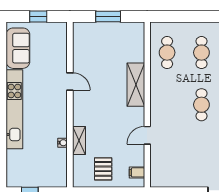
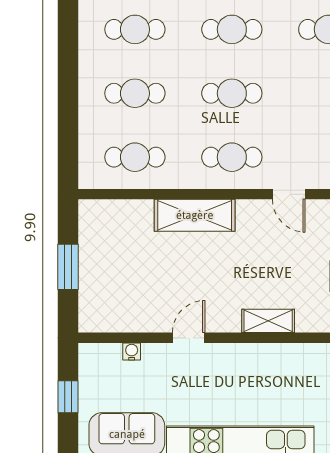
cafe table: (167, 105) -> (232, 157), added
shelving: (79, 140) -> (268, 321), moved
water cooler: (63, 143) -> (132, 351), moved

